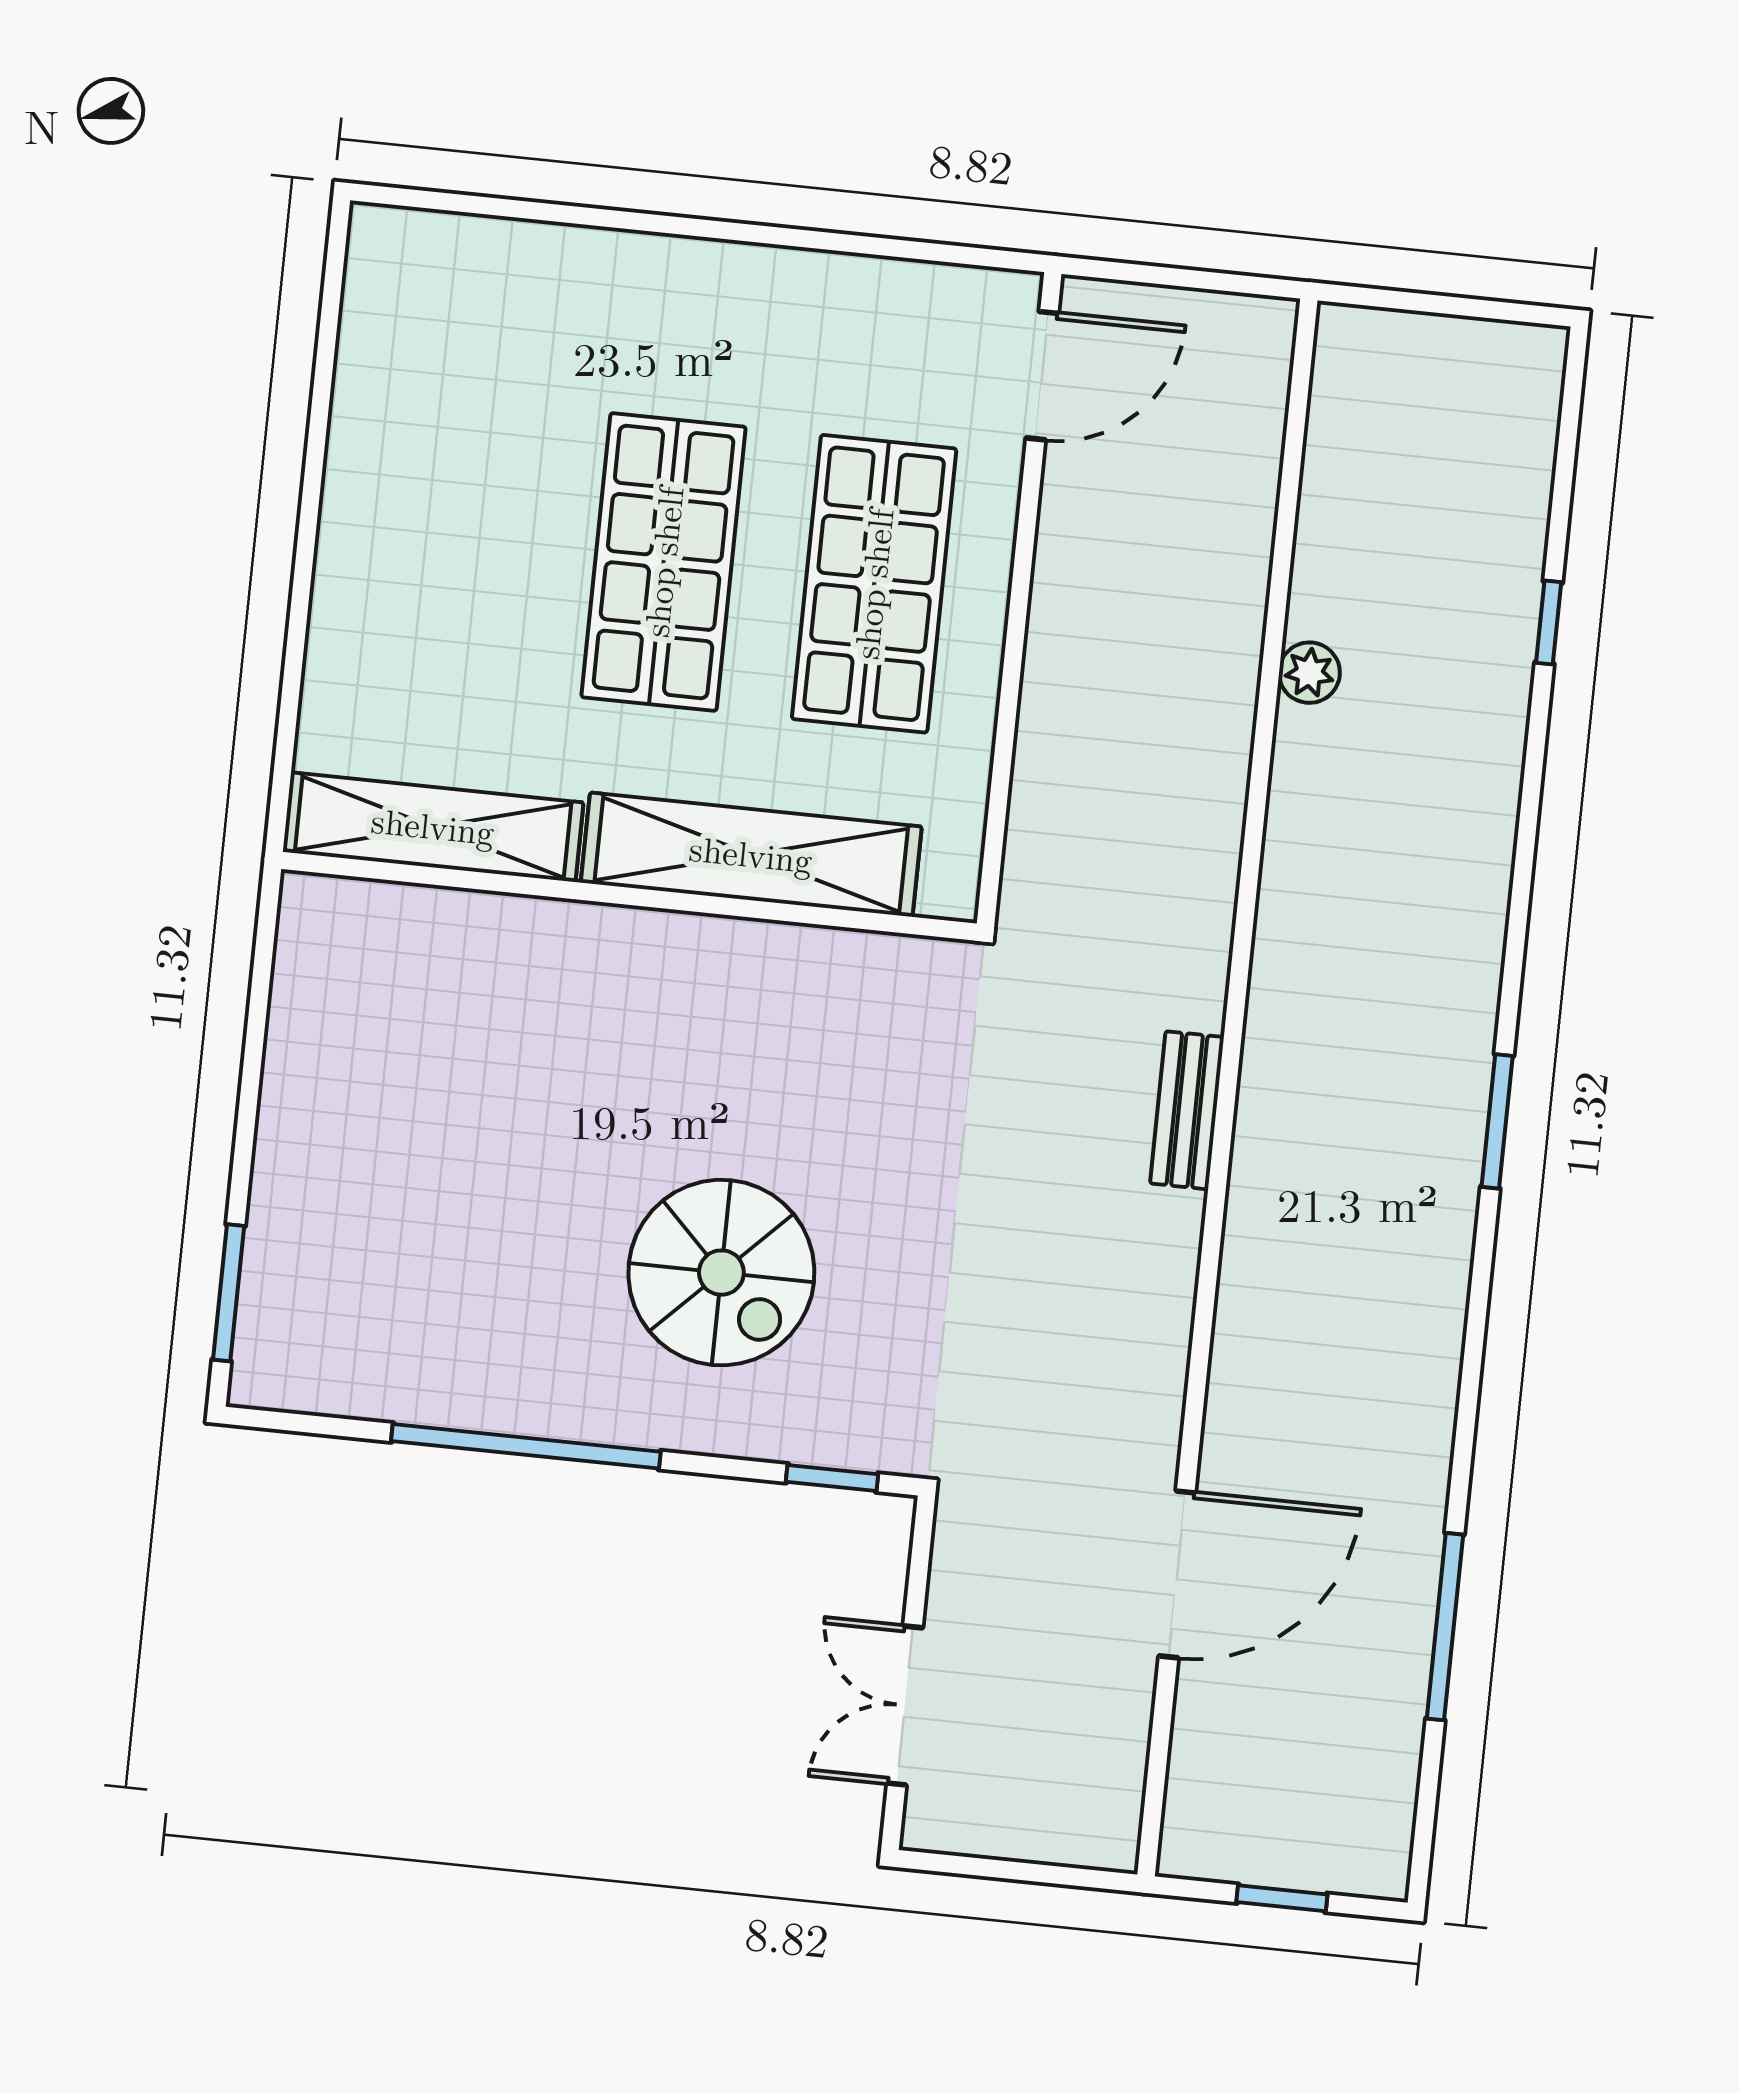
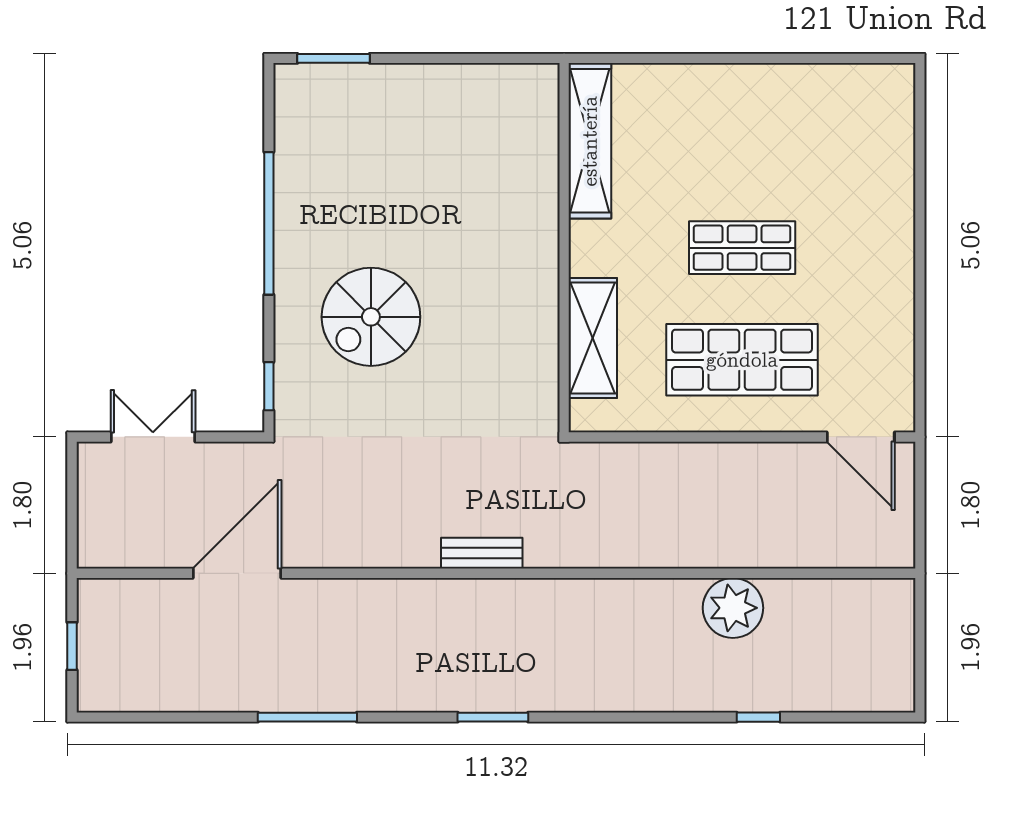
shop shelf: (664, 562) -> (742, 248), width x0.70, depth x0.74
plant: (1309, 673) -> (733, 608), width x1.87, depth x1.87
shelving: (751, 855) -> (593, 338), width x0.68
door: (1177, 1574) -> (237, 573), swing flipped
window: (1445, 1627) -> (307, 717), moved

